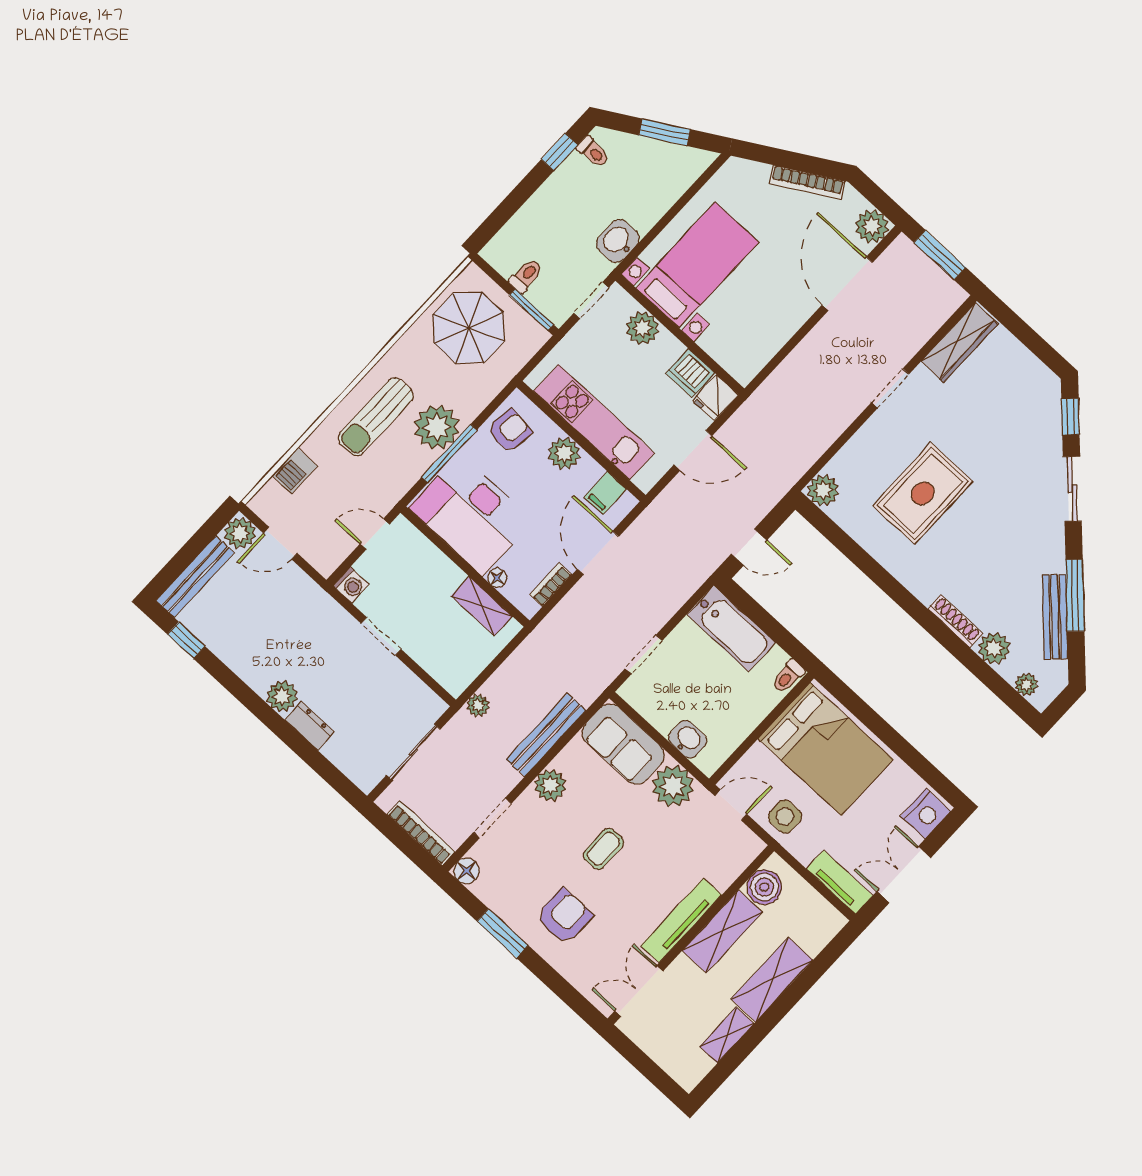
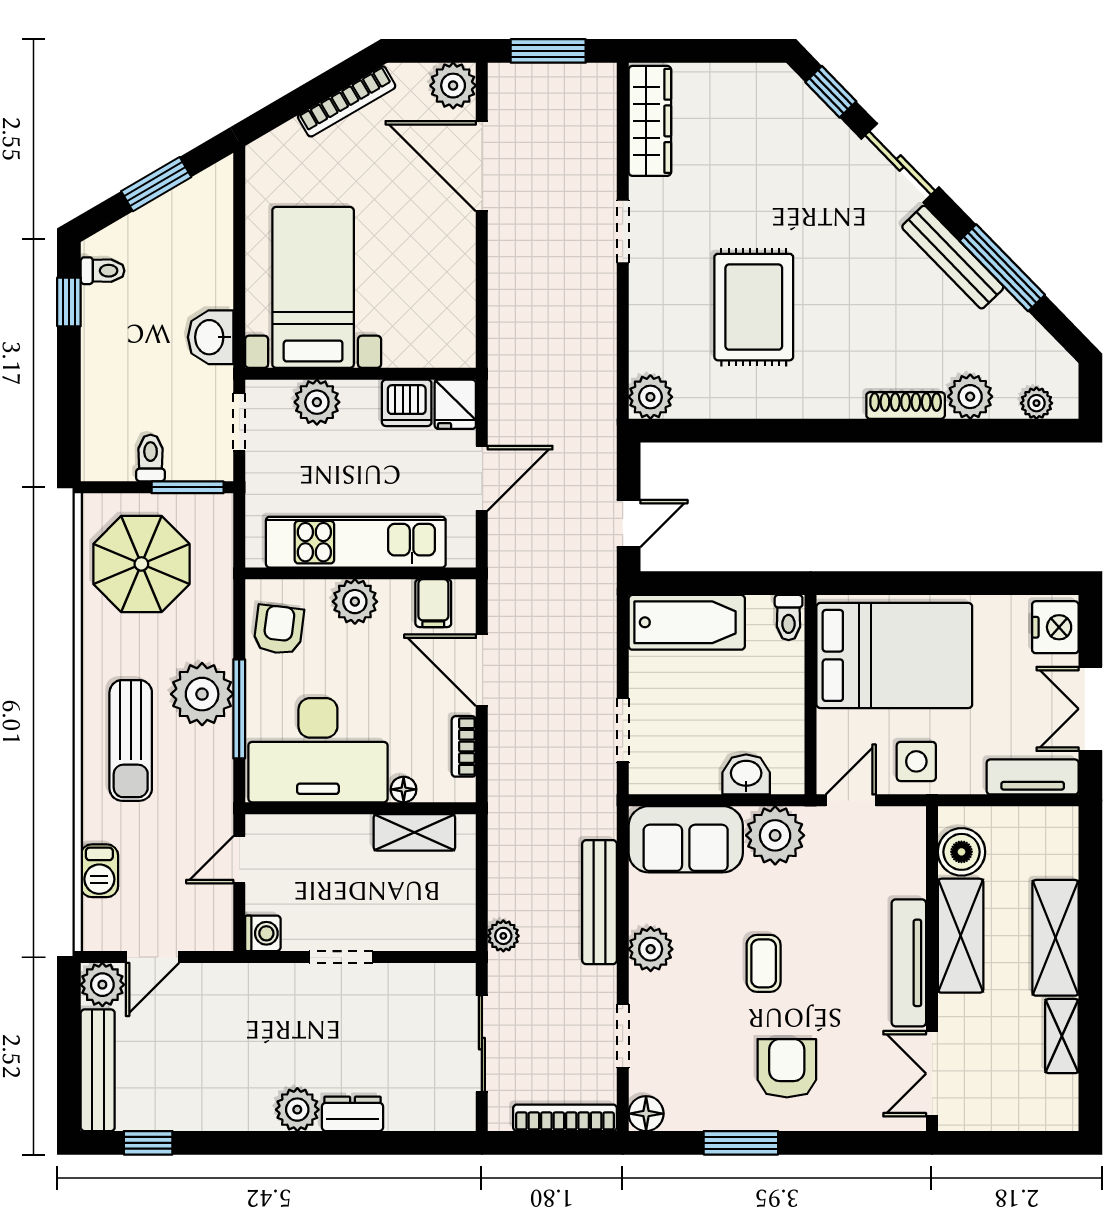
bench: (1055, 617) -> (953, 257), moved

